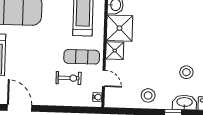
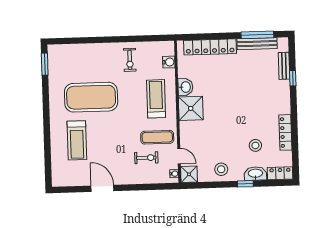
shower: (115, 51) -> (189, 174), moved

